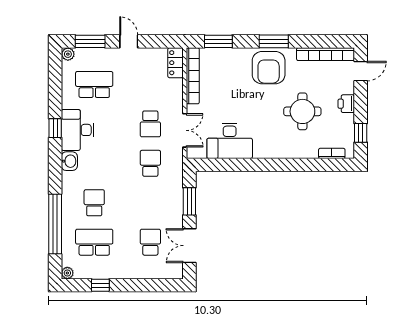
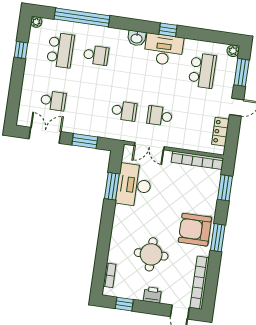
locker: (176, 63) -> (220, 132), moved, turned -90
window: (234, 165) -> (112, 186), added

